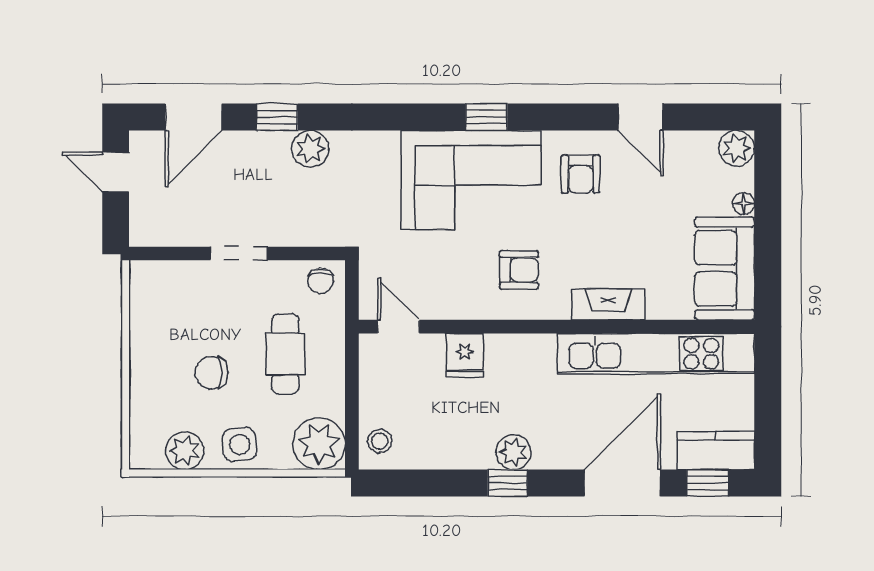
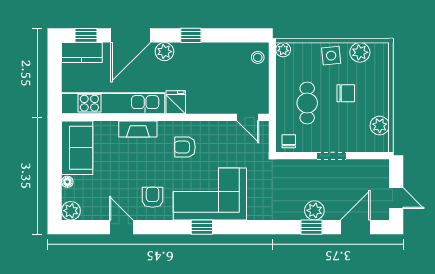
plant: (310, 149) -> (314, 210), moved
plant: (147, 311) -> (380, 126), added
fridge: (465, 355) -> (176, 102), moved
plant: (319, 444) -> (283, 50), width x0.53, depth x0.53
plant: (513, 452) -> (164, 52), moved

